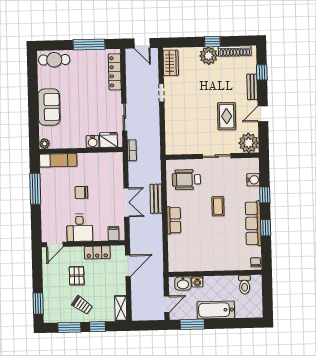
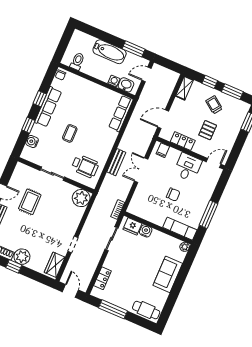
locker: (115, 72) -> (102, 278), width x0.66
plant: (249, 143) -> (81, 198), moved
row of seats: (174, 220) -> (121, 113), moved, width x1.48

